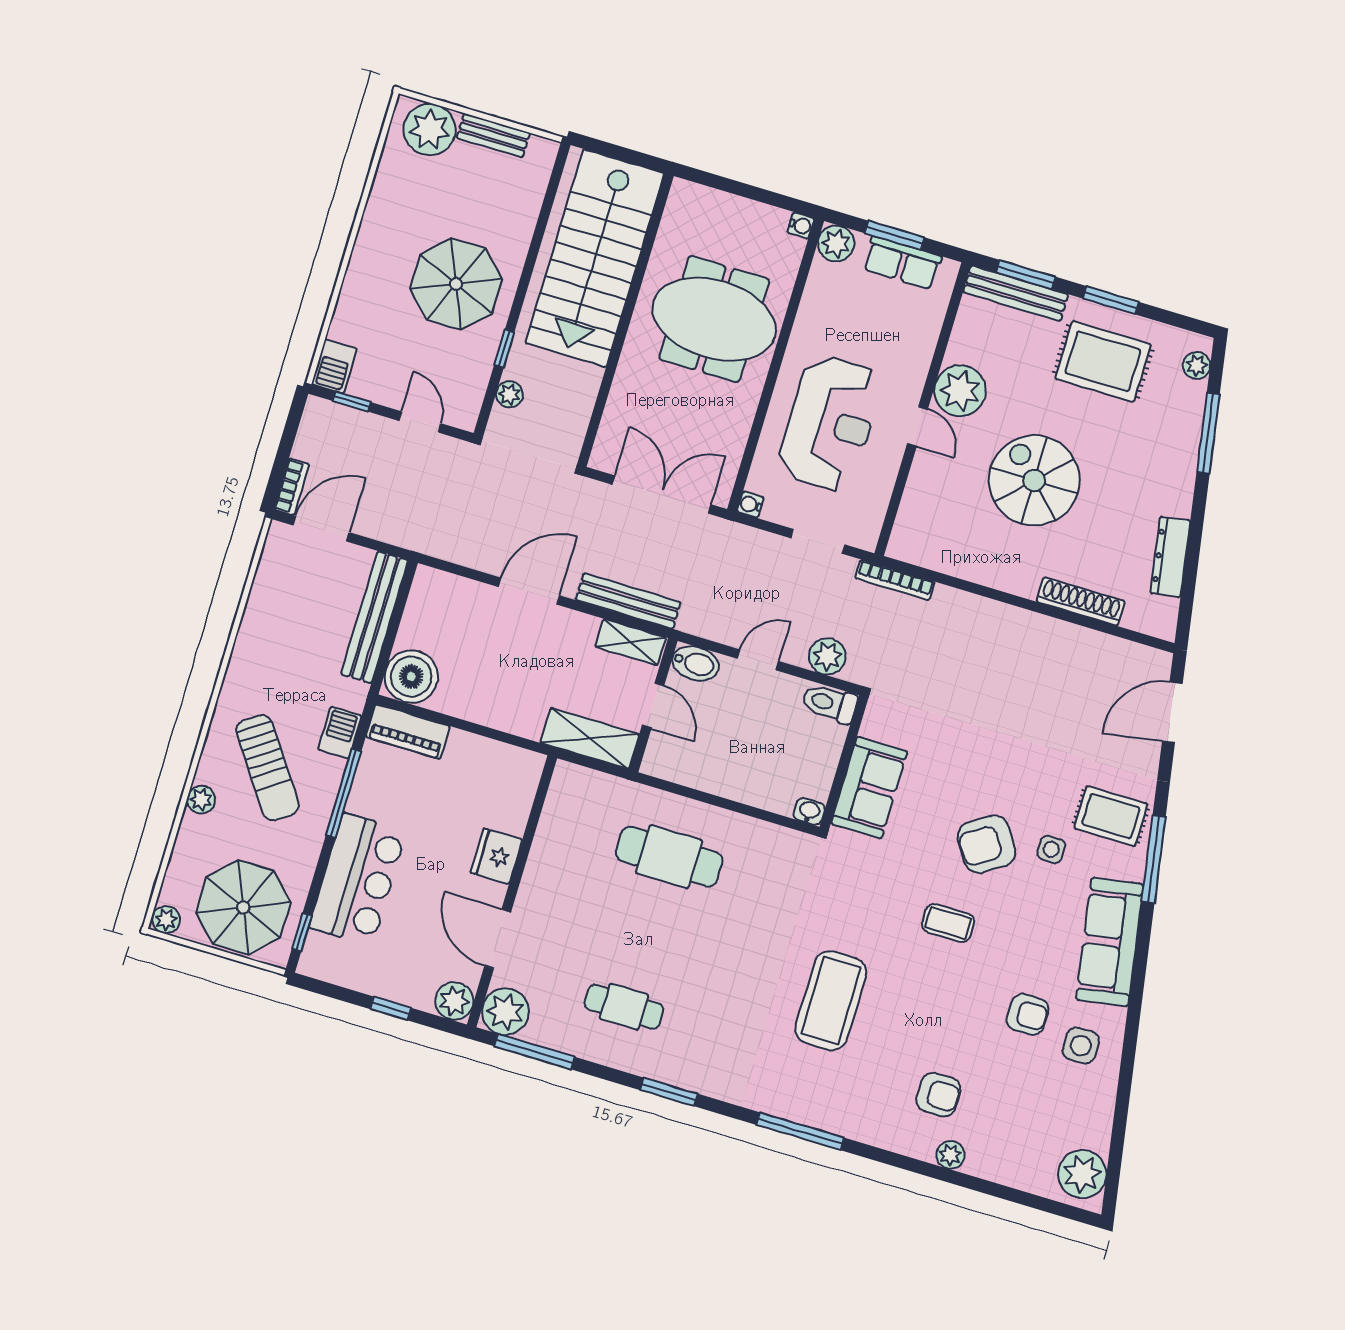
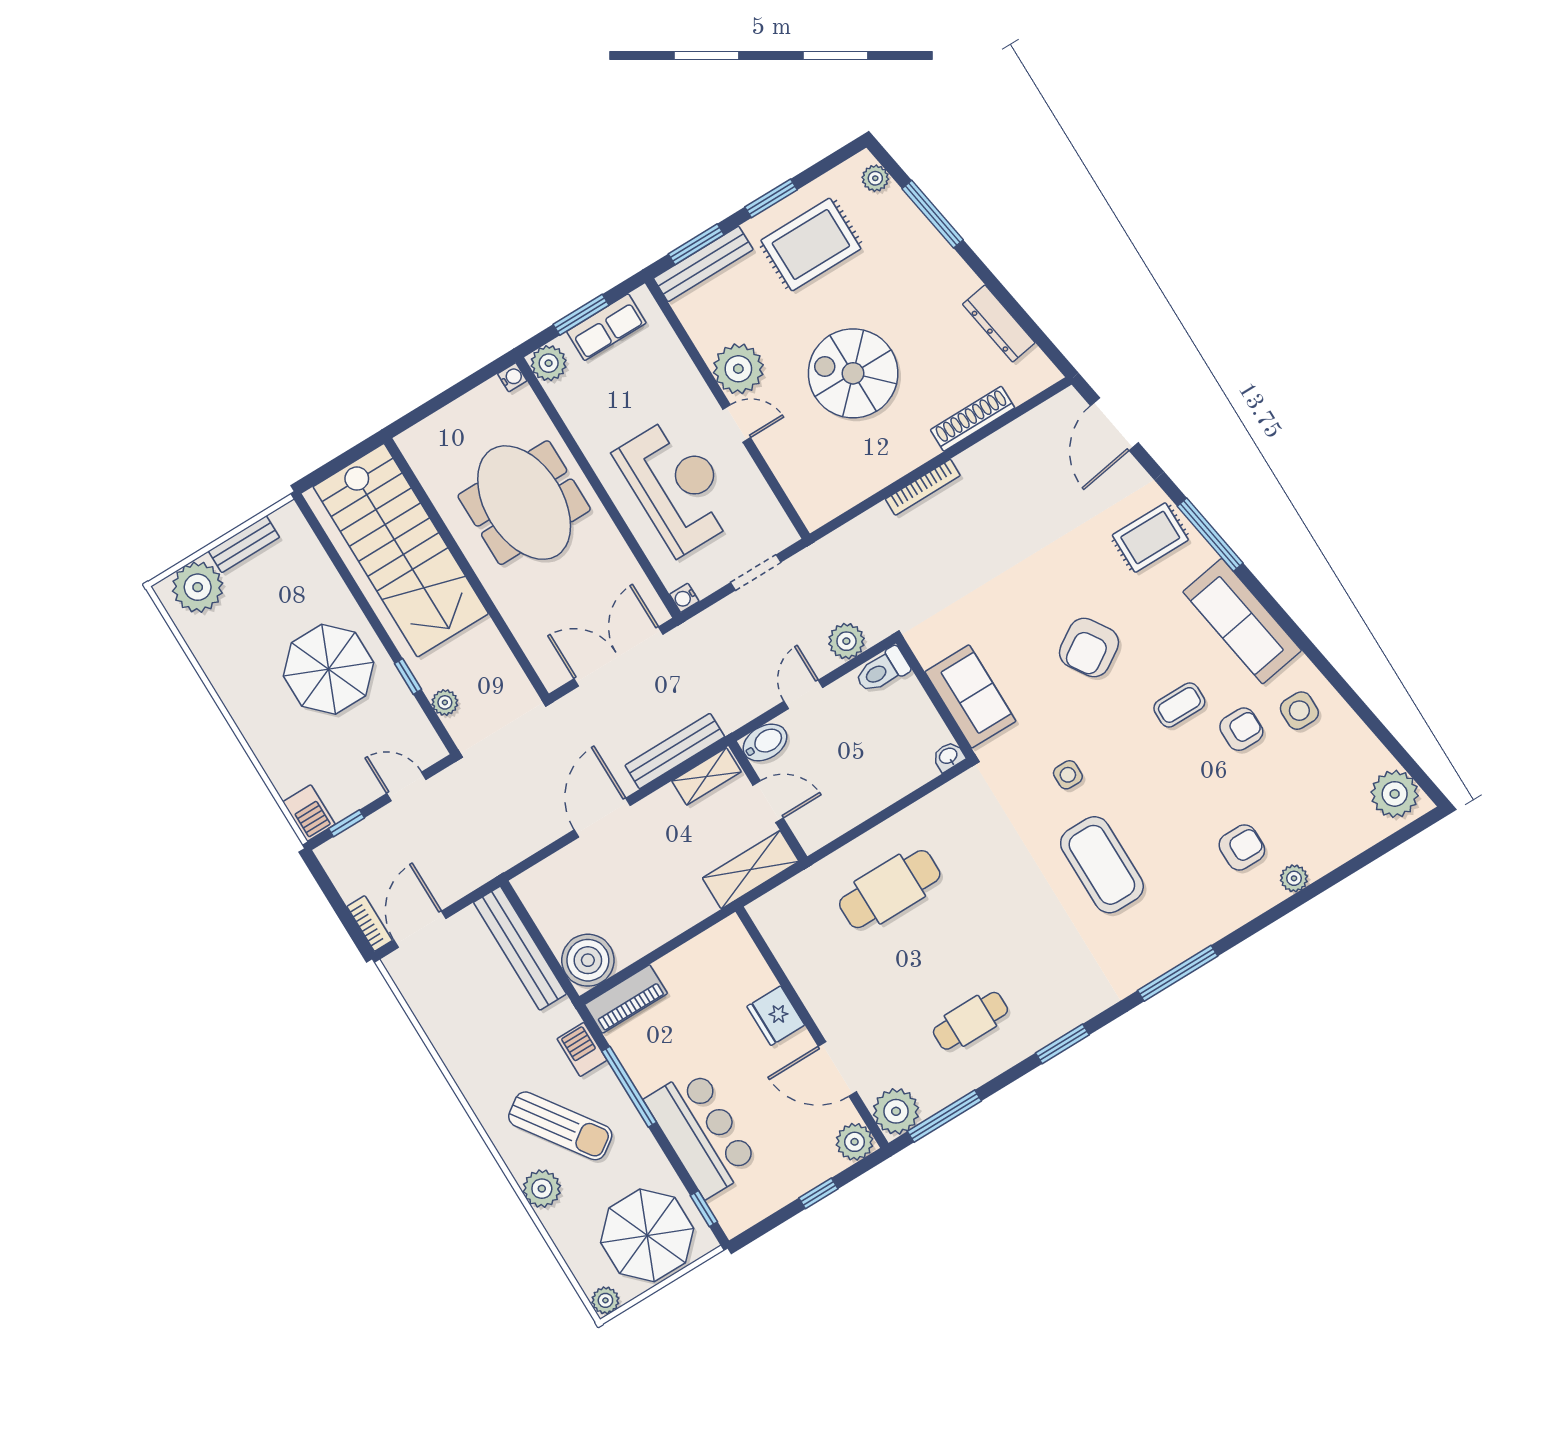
meeting table: (714, 319) -> (524, 503), turned 90
bookcase: (895, 580) -> (923, 487), moved
plant: (201, 800) -> (542, 1189), width x1.38, depth x1.38
side table: (1051, 849) -> (1068, 775), moved
coffee table: (948, 923) -> (1179, 705), moved

